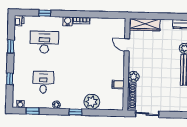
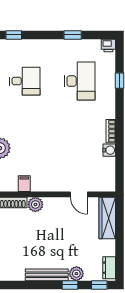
water cooler: (68, 21) -> (109, 150), moved
door: (127, 45) -> (79, 194), swing flipped
window: (10, 79) -> (14, 35), moved

